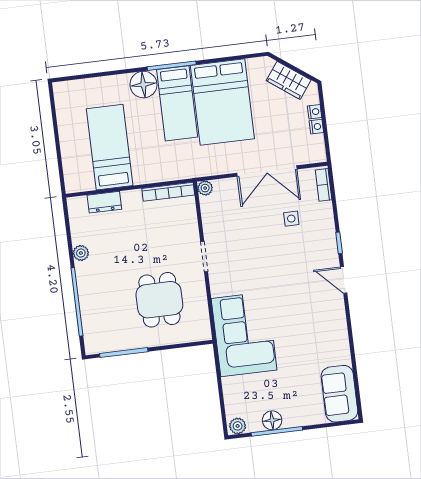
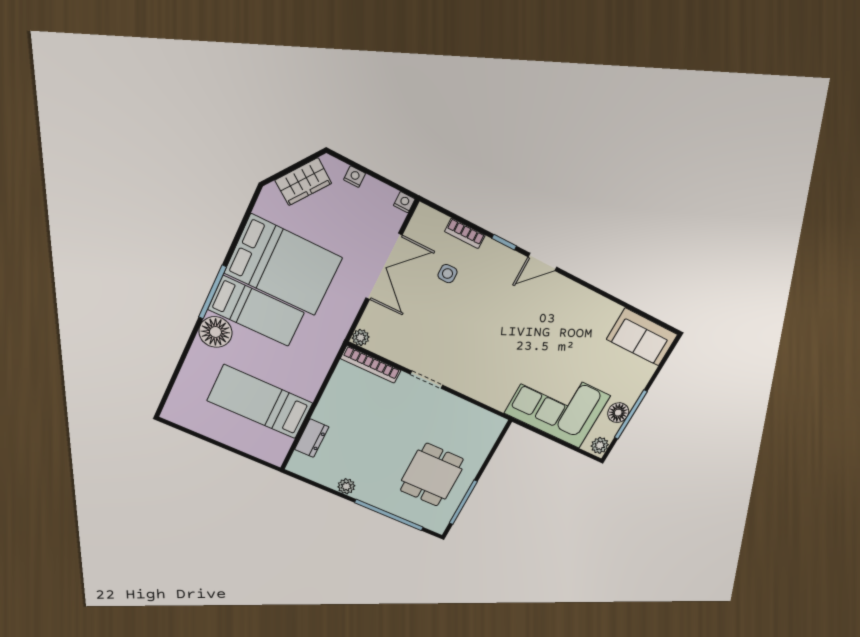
nightstand: (316, 127) -> (404, 202), moved
bookcase: (324, 185) -> (465, 233), moved
bookcase: (168, 192) -> (371, 364), moved, turned 90
dining table: (159, 300) -> (432, 475), moved, turned 90
corner sofa: (244, 334) -> (557, 404), moved

